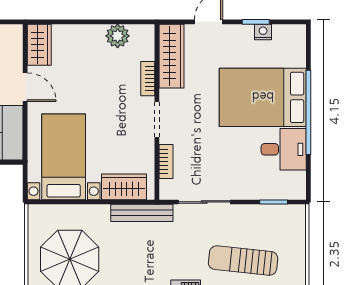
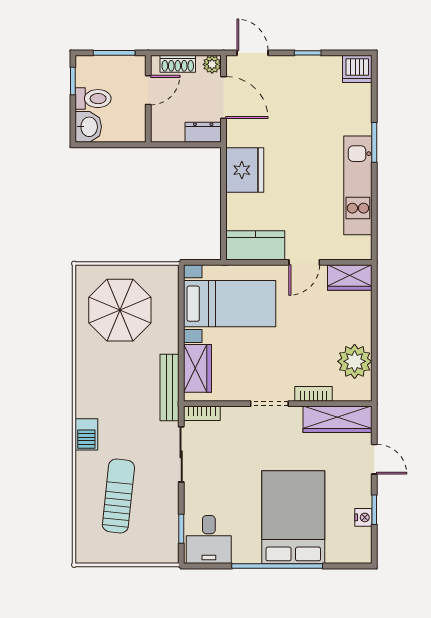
plant: (118, 36) -> (355, 361), width x1.36, depth x1.36
desk: (284, 149) -> (209, 540), moved
bookcase: (166, 162) -> (202, 413), moved

